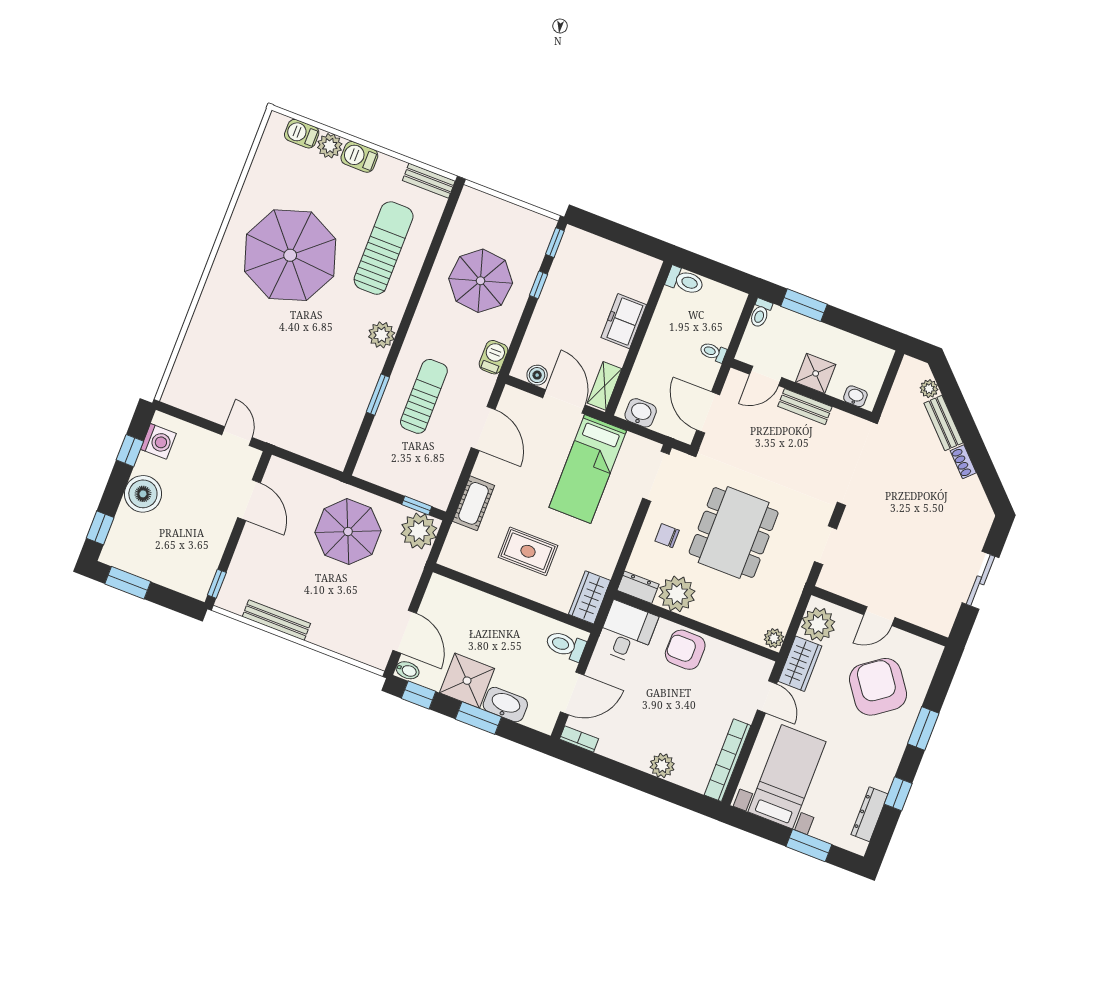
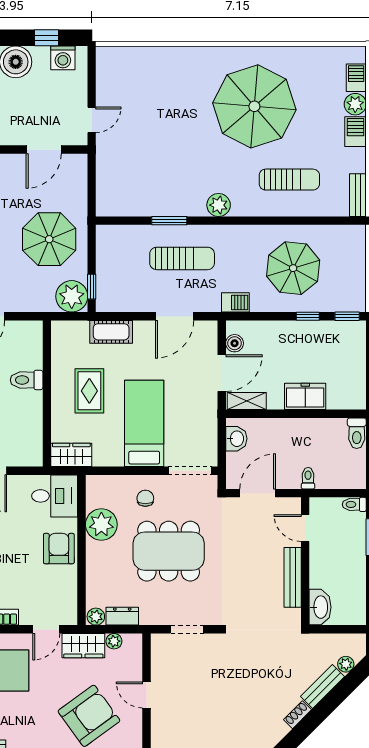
sun lounger: (384, 248) -> (289, 180), width x0.73, depth x0.75
shower: (816, 373) -> (323, 568), removed
washbasin: (855, 396) -> (320, 607), width x1.91, depth x1.45
bench: (805, 407) -> (293, 577), width x1.36
bed: (588, 469) -> (144, 423), moved, turned 90
dresser: (638, 587) -> (122, 616), moved, turned -90
plant: (818, 624) -> (114, 641), width x0.53, depth x0.53
toilet: (565, 645) -> (27, 380), moved, turned -90

